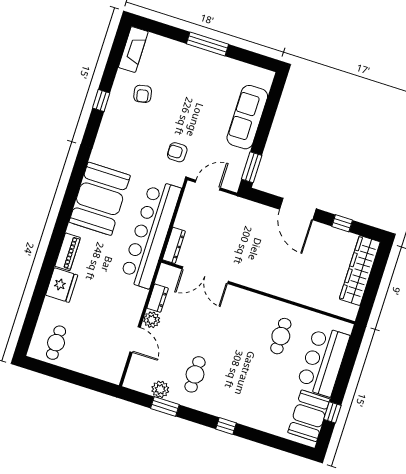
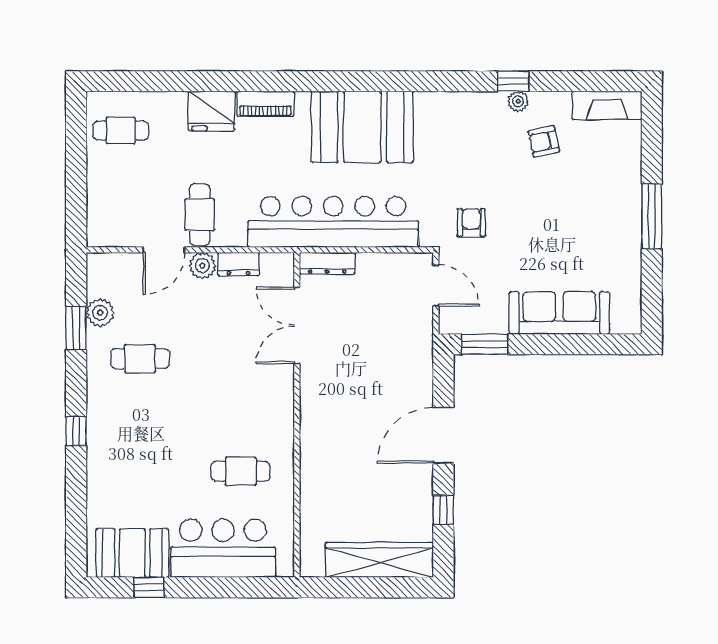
plant: (114, 101) -> (518, 101), added
cafe table: (121, 312) -> (200, 215), added

